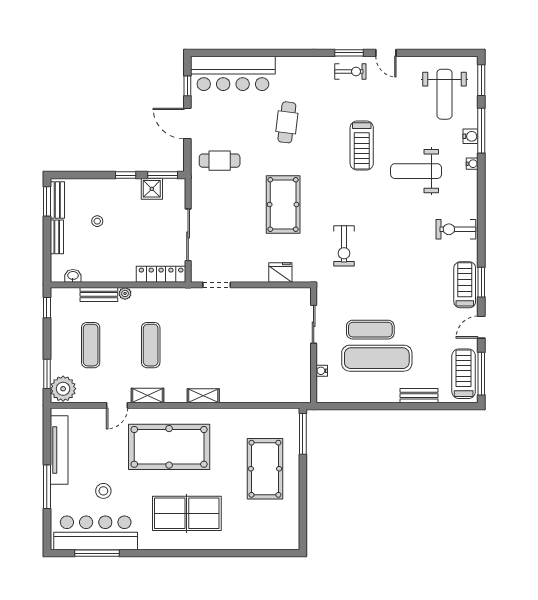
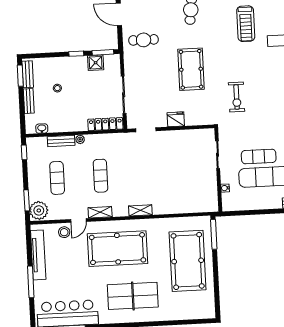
fridge: (280, 272) -> (176, 119), moved
pool table: (265, 469) -> (188, 261), width x1.36, depth x1.32
stool: (103, 491) -> (64, 232), moved

